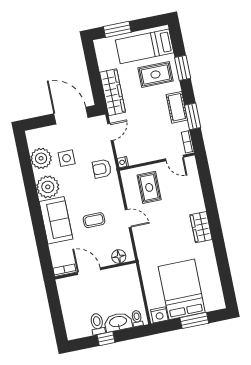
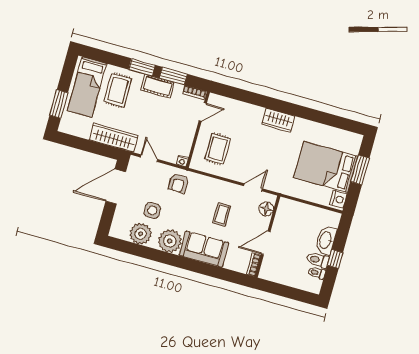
window: (183, 68) -> (142, 67), moved
rug: (149, 187) -> (218, 149), turned 90
door: (128, 218) -> (253, 187), moved
toilet: (137, 318) -> (317, 273), moved

